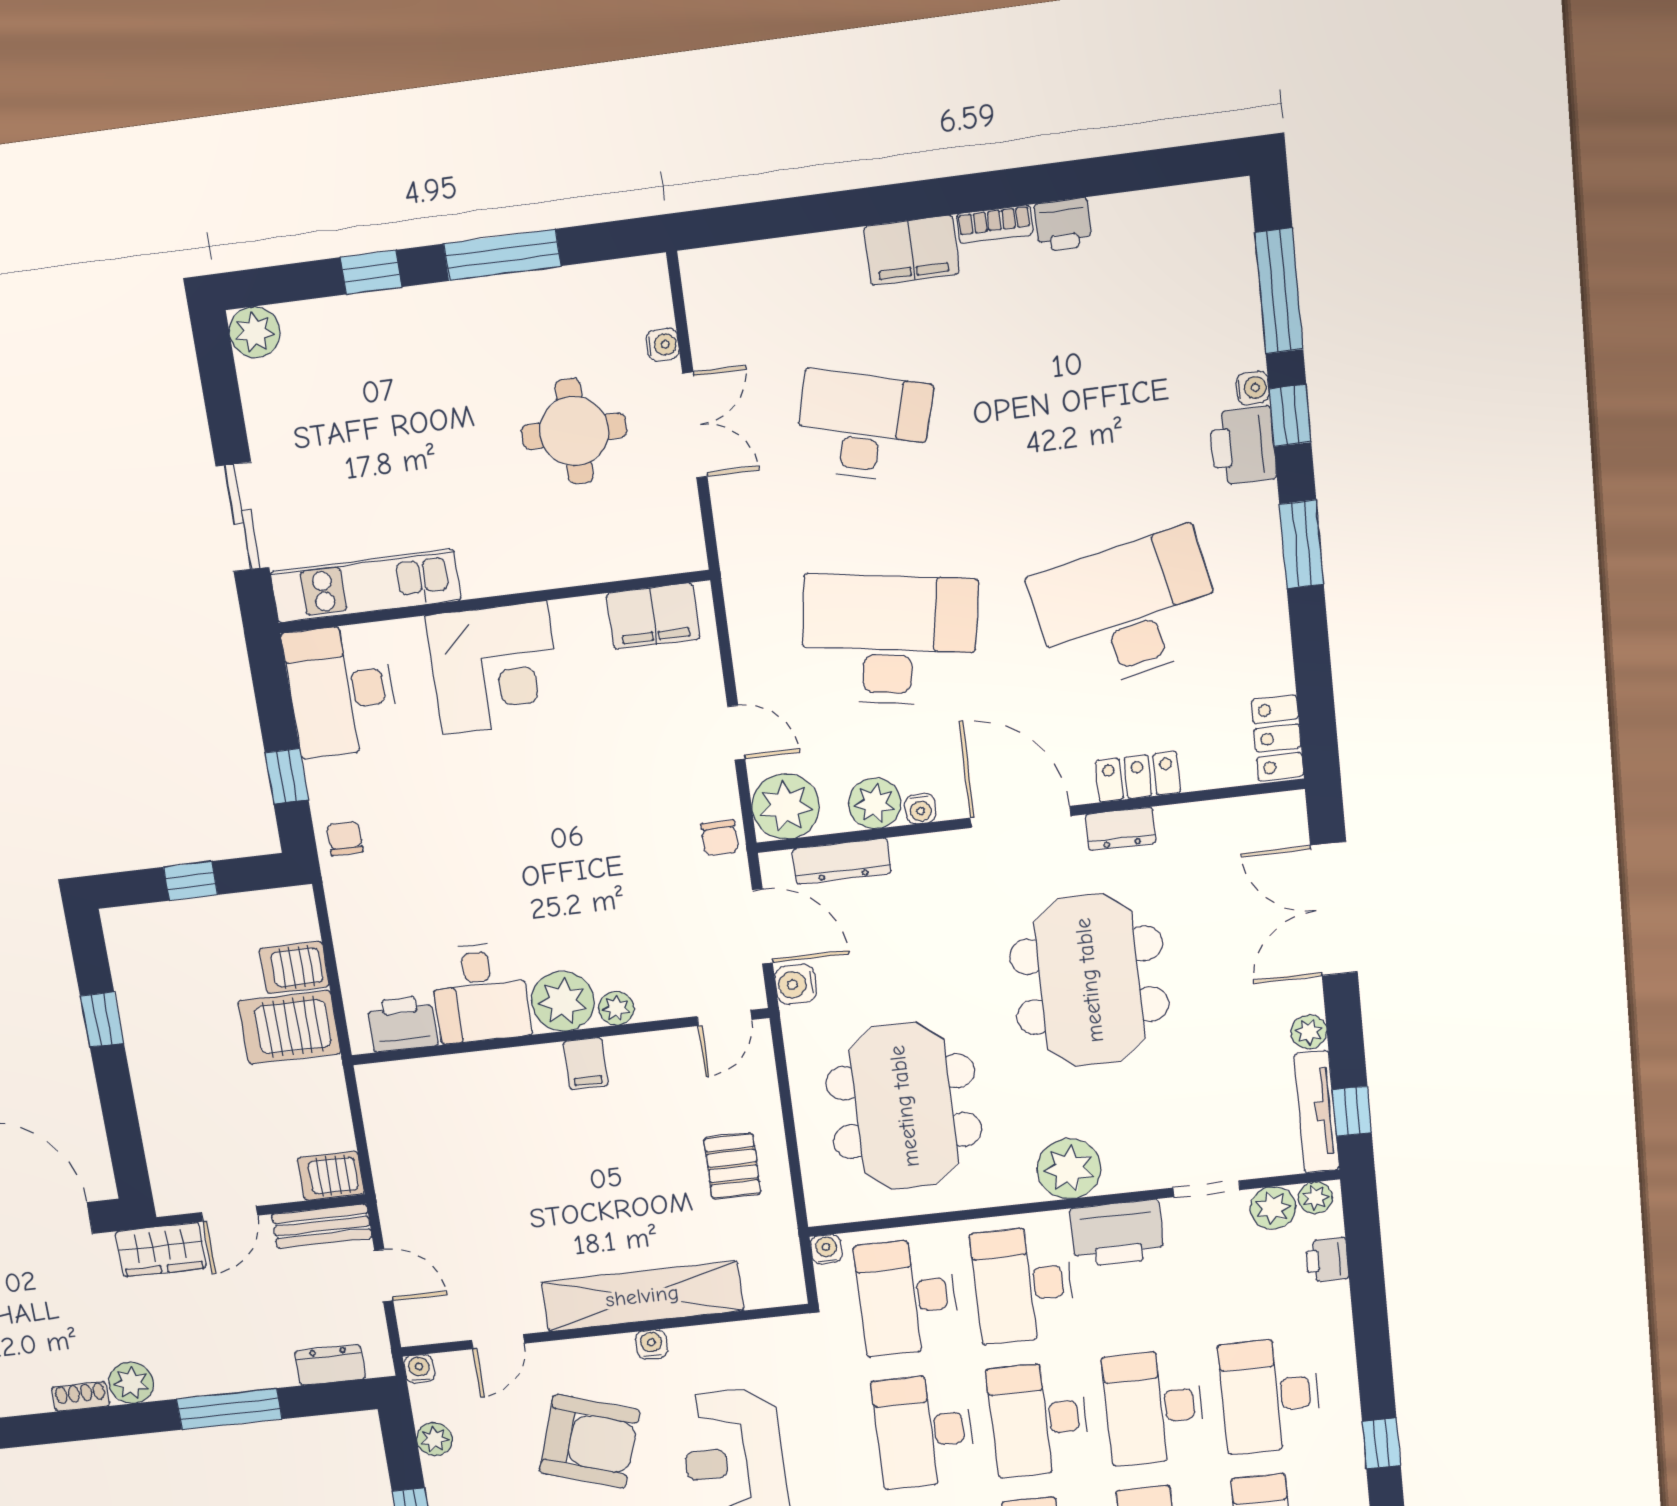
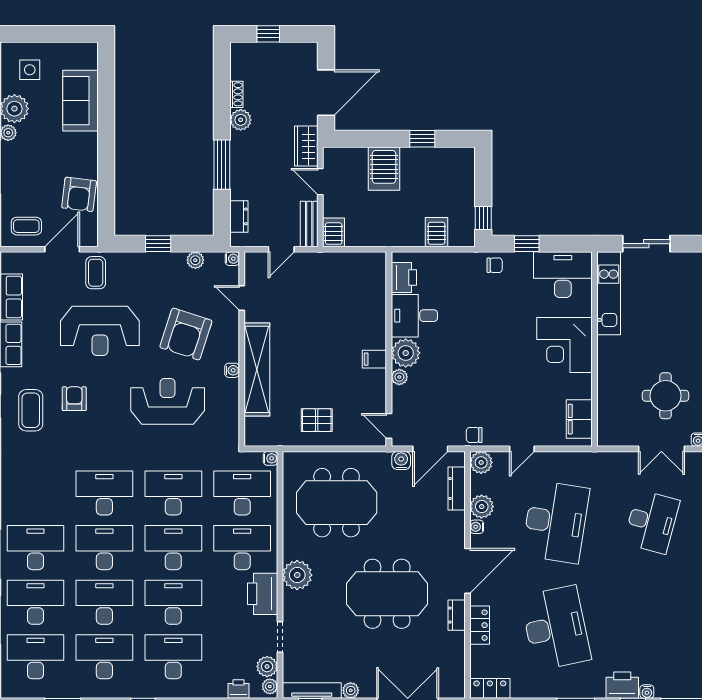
plant: (786, 806) -> (481, 462), width x0.73, depth x0.73
window: (191, 881) -> (483, 218), moved
server rack: (289, 1027) -> (384, 169), moved, turned 180

